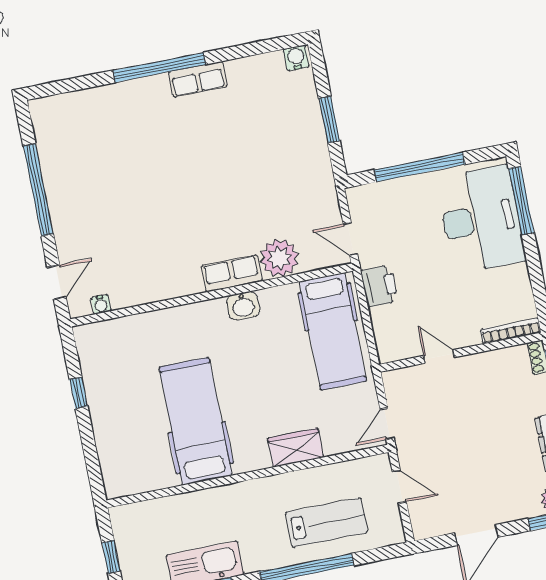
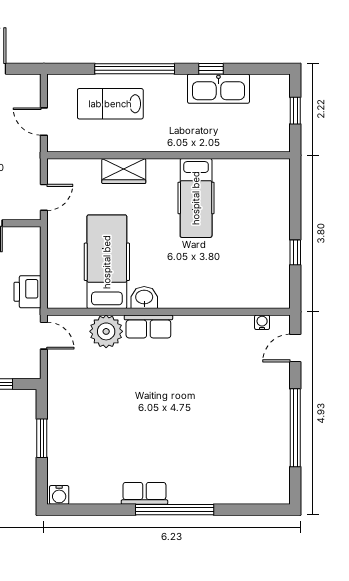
hospital bed: (333, 331) -> (107, 262), moved
hospital bed: (196, 421) -> (196, 198), width x0.73, depth x0.78
door: (387, 424) -> (44, 197), moved

